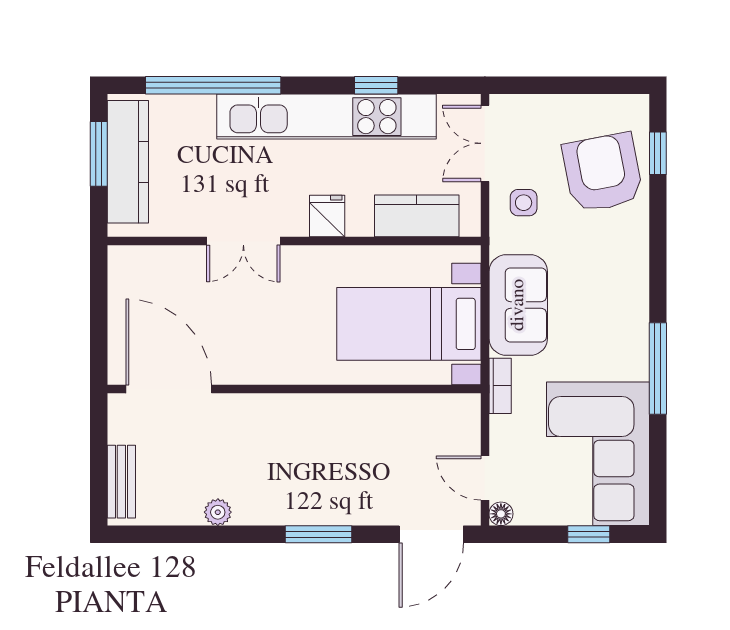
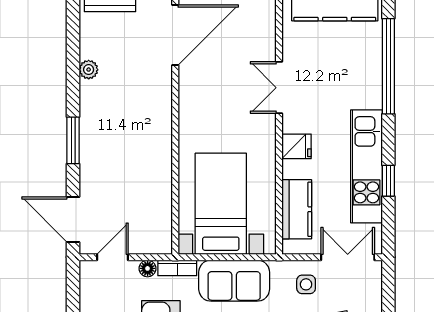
kitchen unit: (326, 117) -> (366, 166), width x0.73
floor lamp: (501, 514) -> (148, 268), moved

